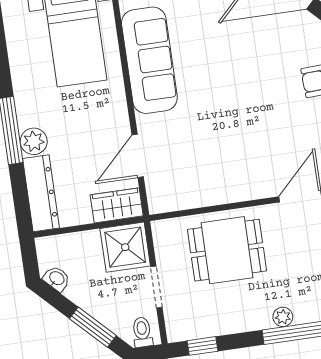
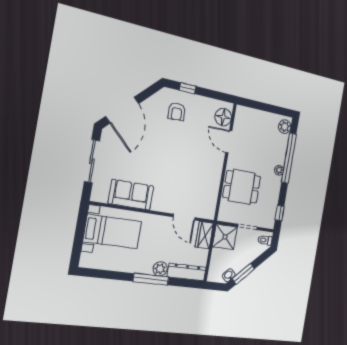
sofa: (149, 60) -> (131, 195), width x0.73
dining table: (227, 250) -> (242, 187), turned 90
window: (93, 327) -> (243, 274), moved

